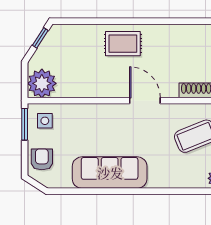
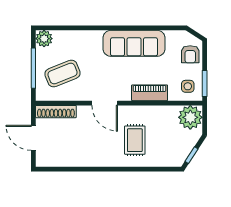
rug: (123, 44) -> (135, 140), moved, turned 90
piano: (91, 113) -> (150, 93), added

